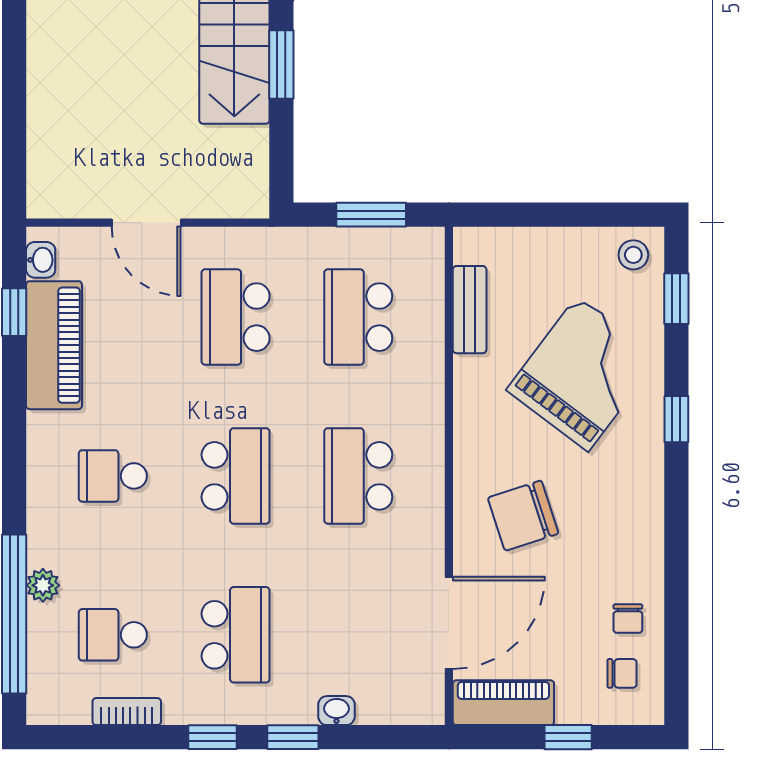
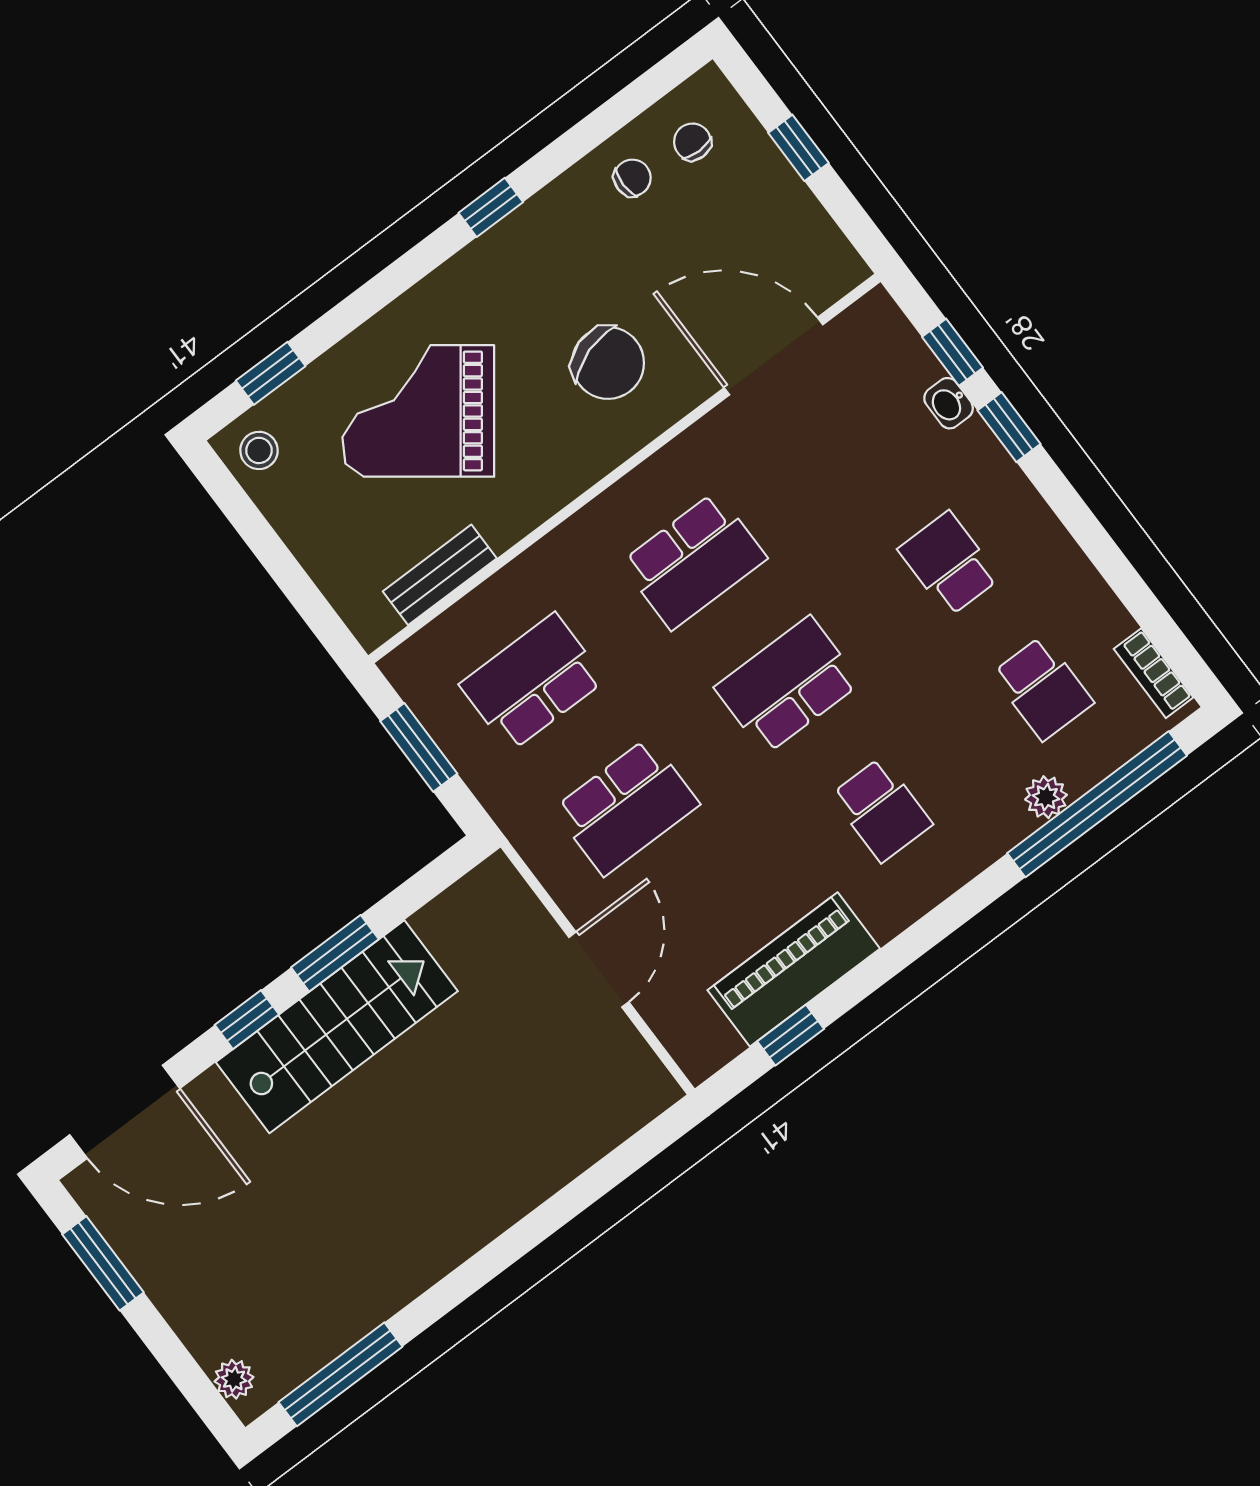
washbasin: (41, 260) -> (717, 1048), removed
school desk: (358, 317) -> (533, 682), turned 180
window: (676, 419) -> (491, 207), moved
school desk: (236, 635) -> (949, 564), width x0.54
piano: (503, 703) -> (813, 240), removed
bookcase: (127, 712) -> (1154, 673), moved
window: (212, 737) -> (952, 352), moved

